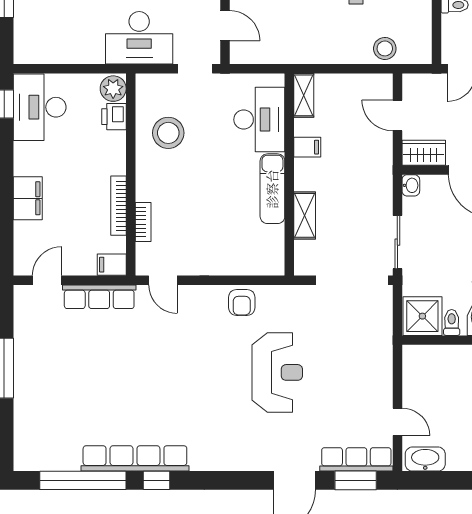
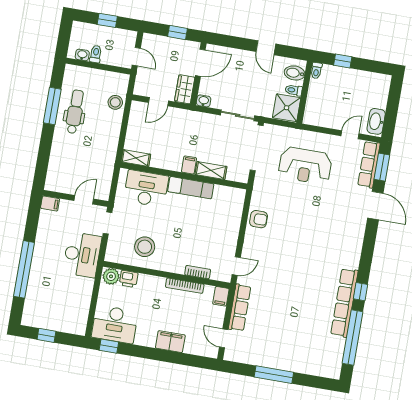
filing cabinet: (307, 147) -> (189, 165), moved
reception desk: (277, 372) -> (305, 166), moved, turned 180

